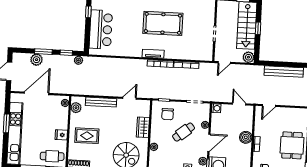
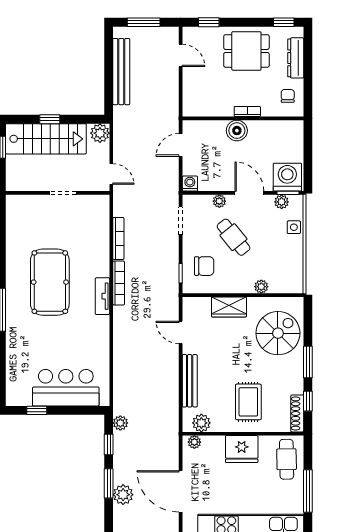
door: (269, 106) -> (181, 55), moved
fridge: (61, 135) -> (242, 449), width x1.88, depth x1.34

